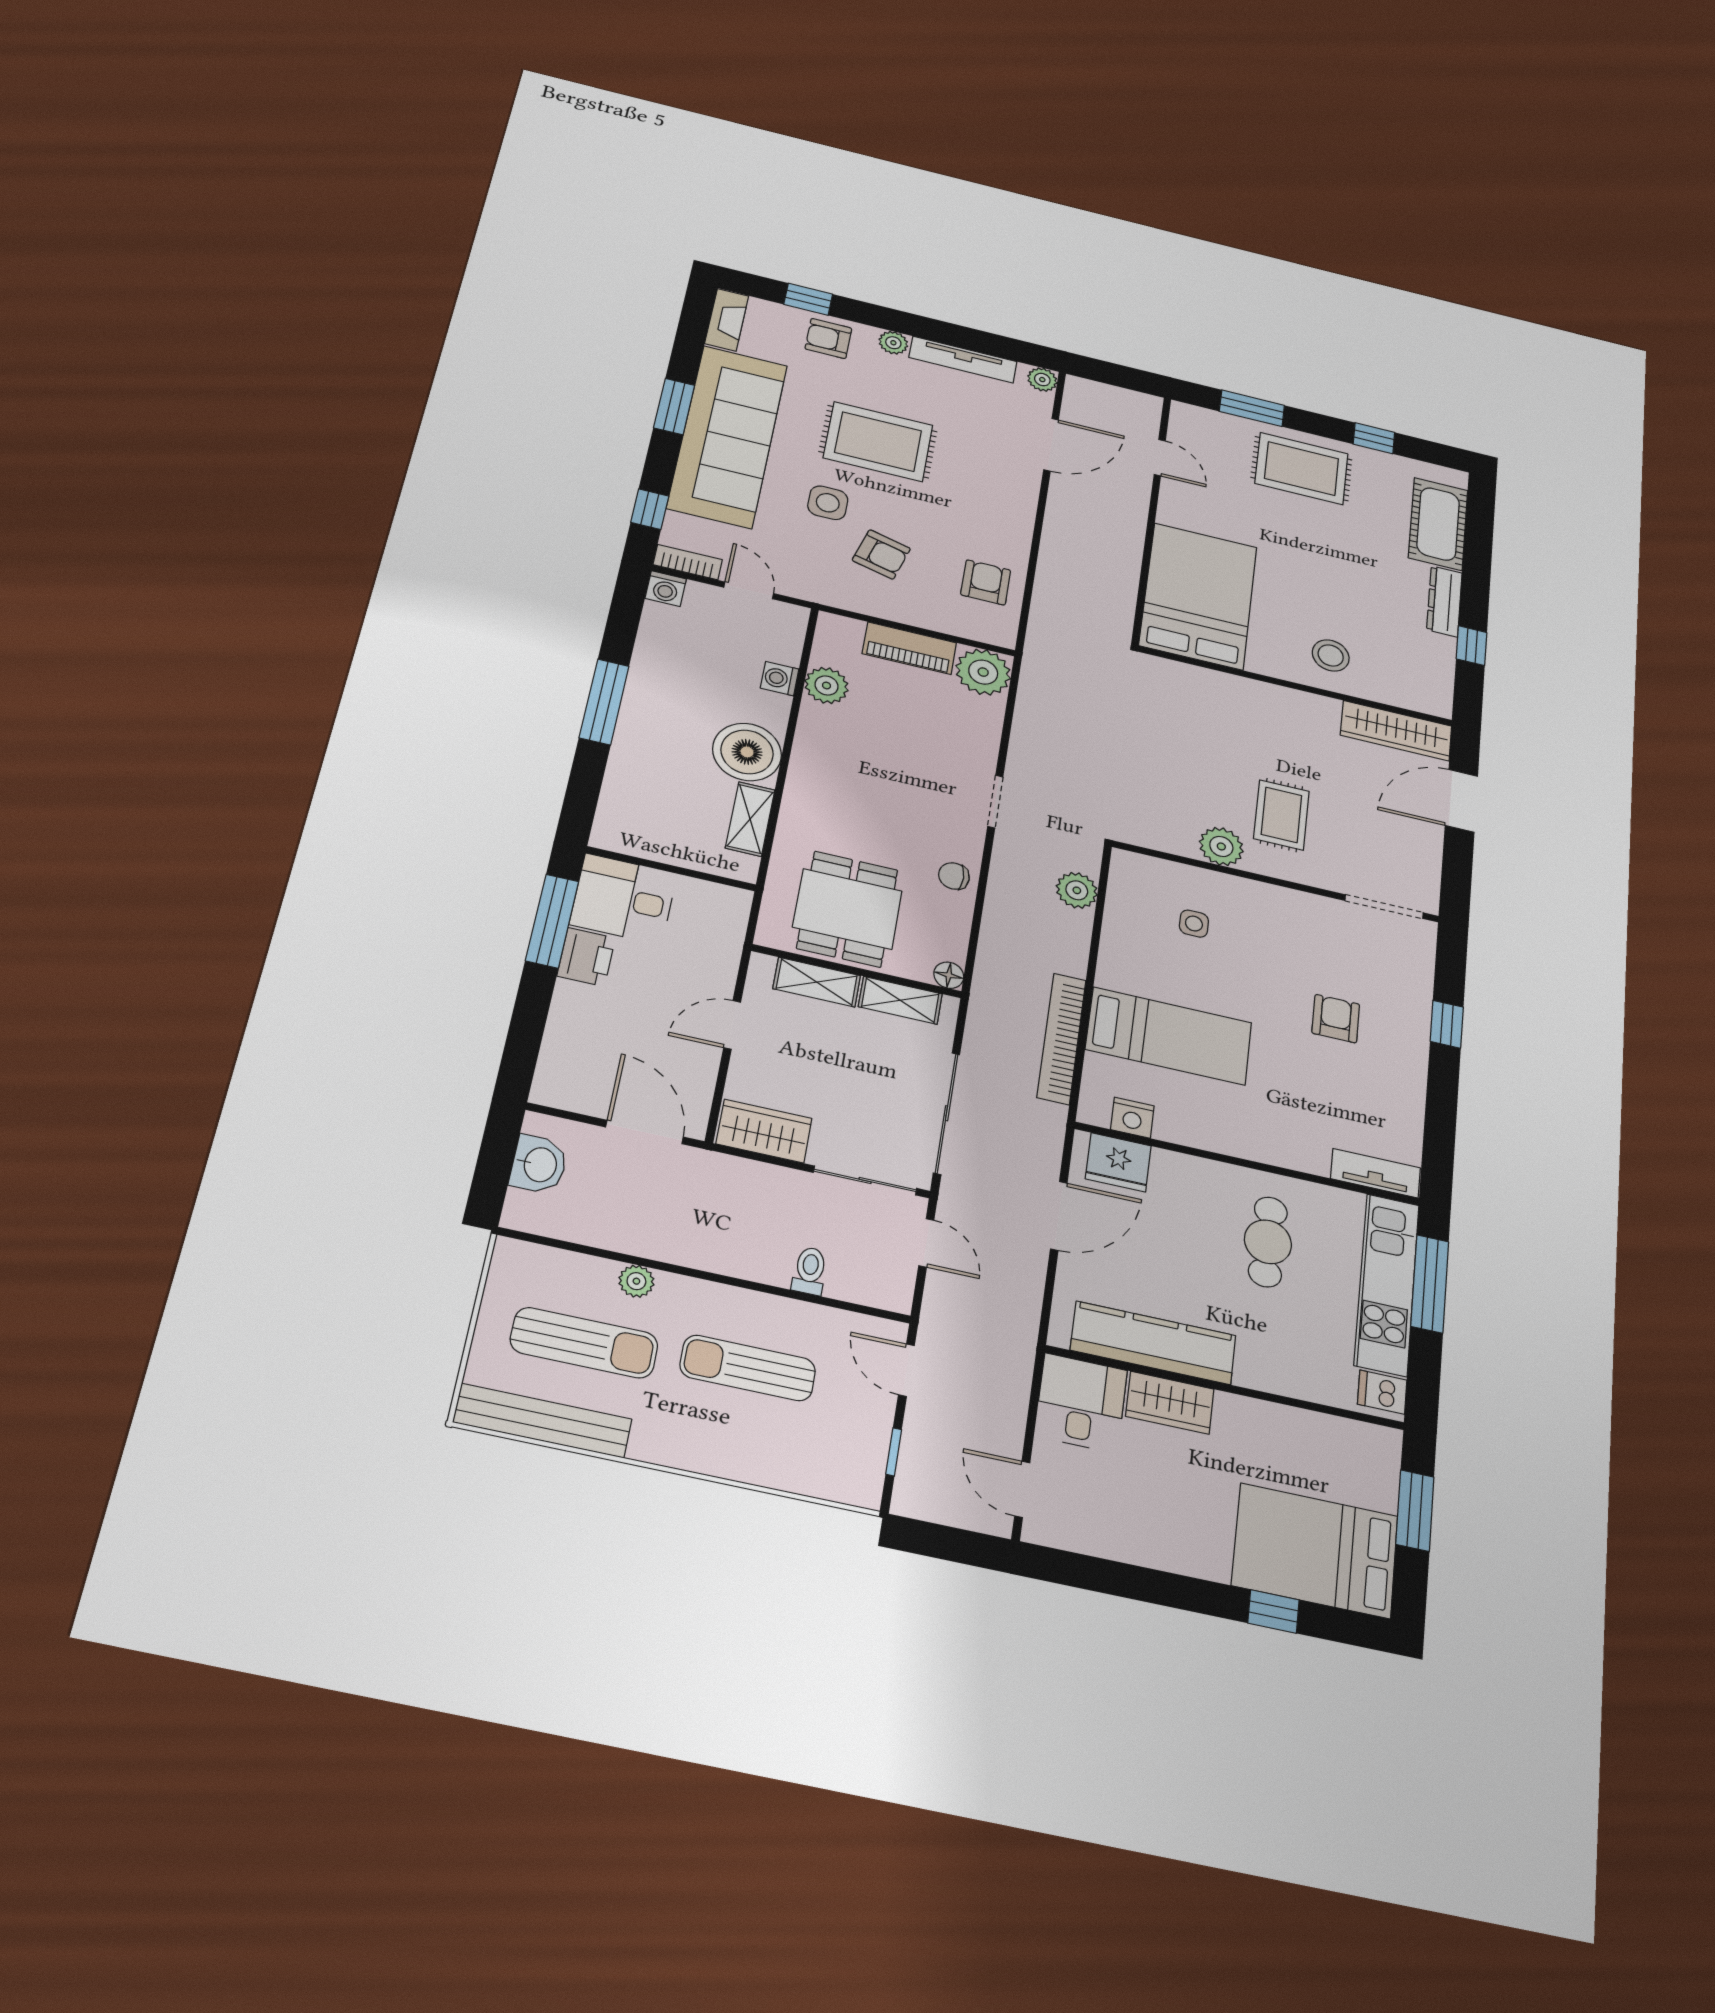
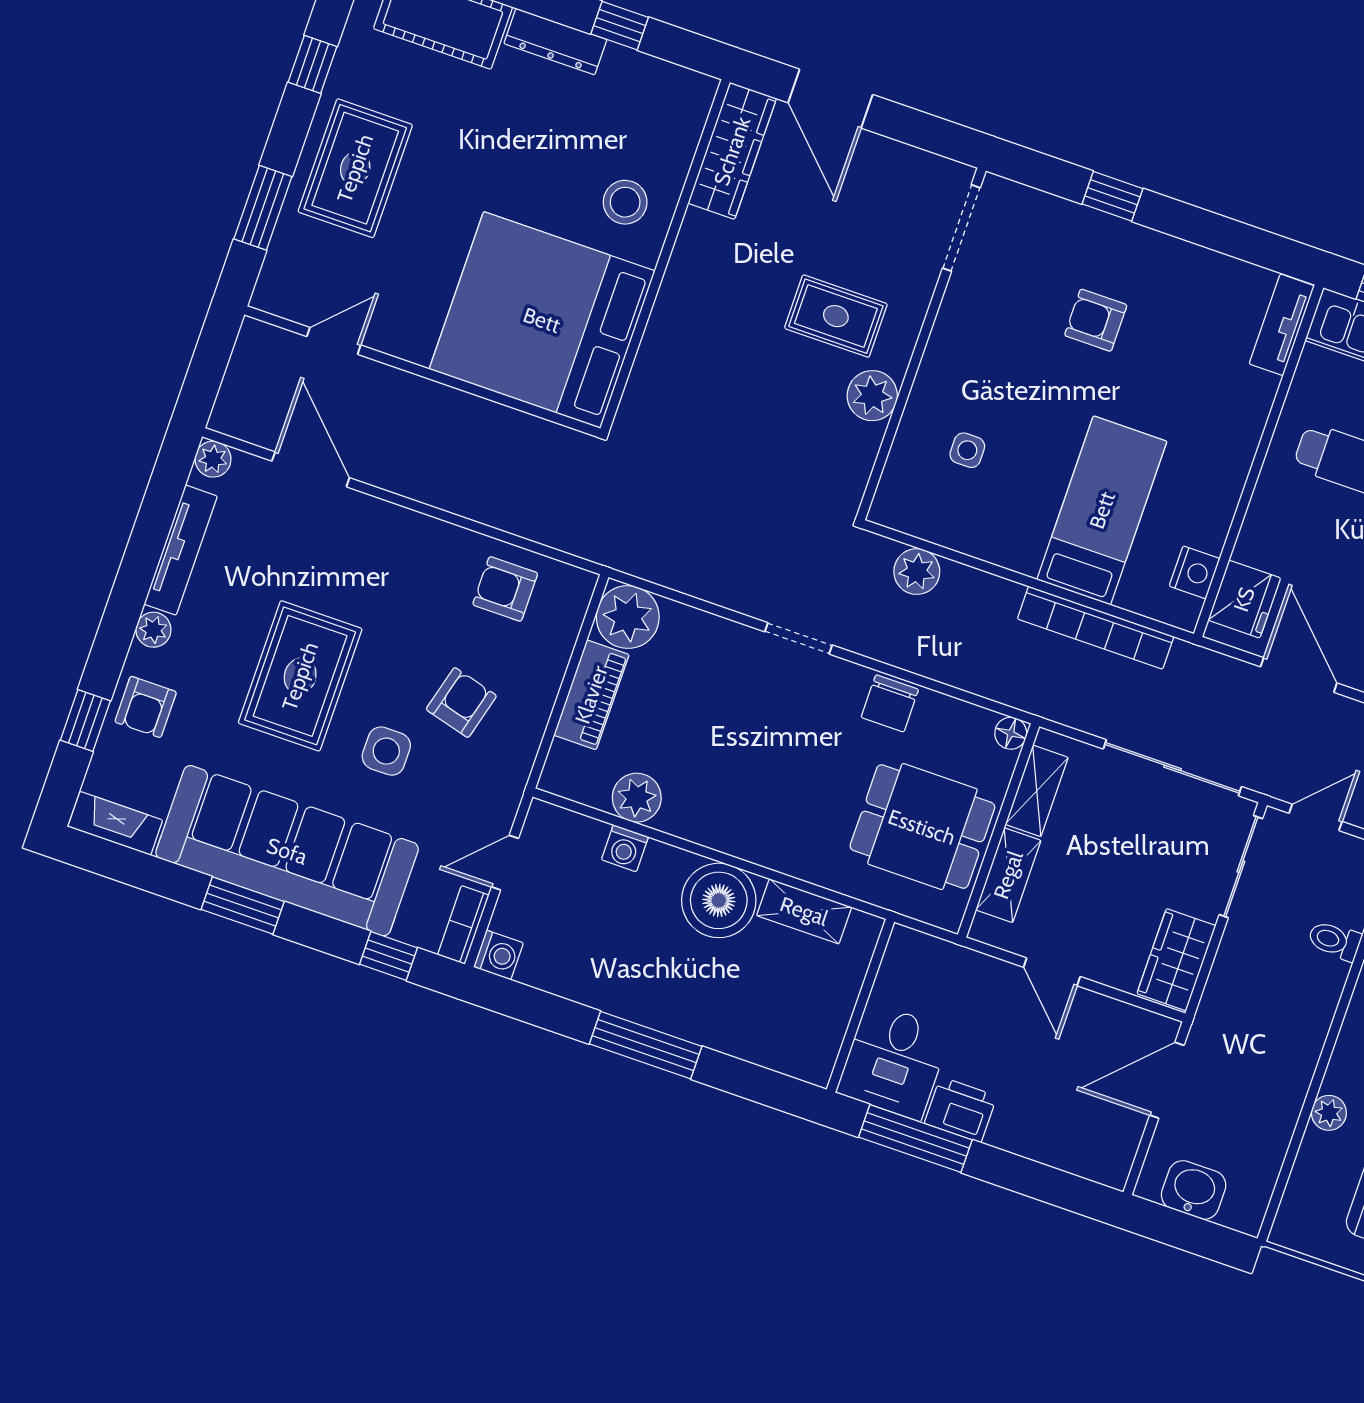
bed: (1198, 596) -> (542, 320), width x1.36
chair: (954, 876) -> (890, 703), width x1.37, depth x1.37

